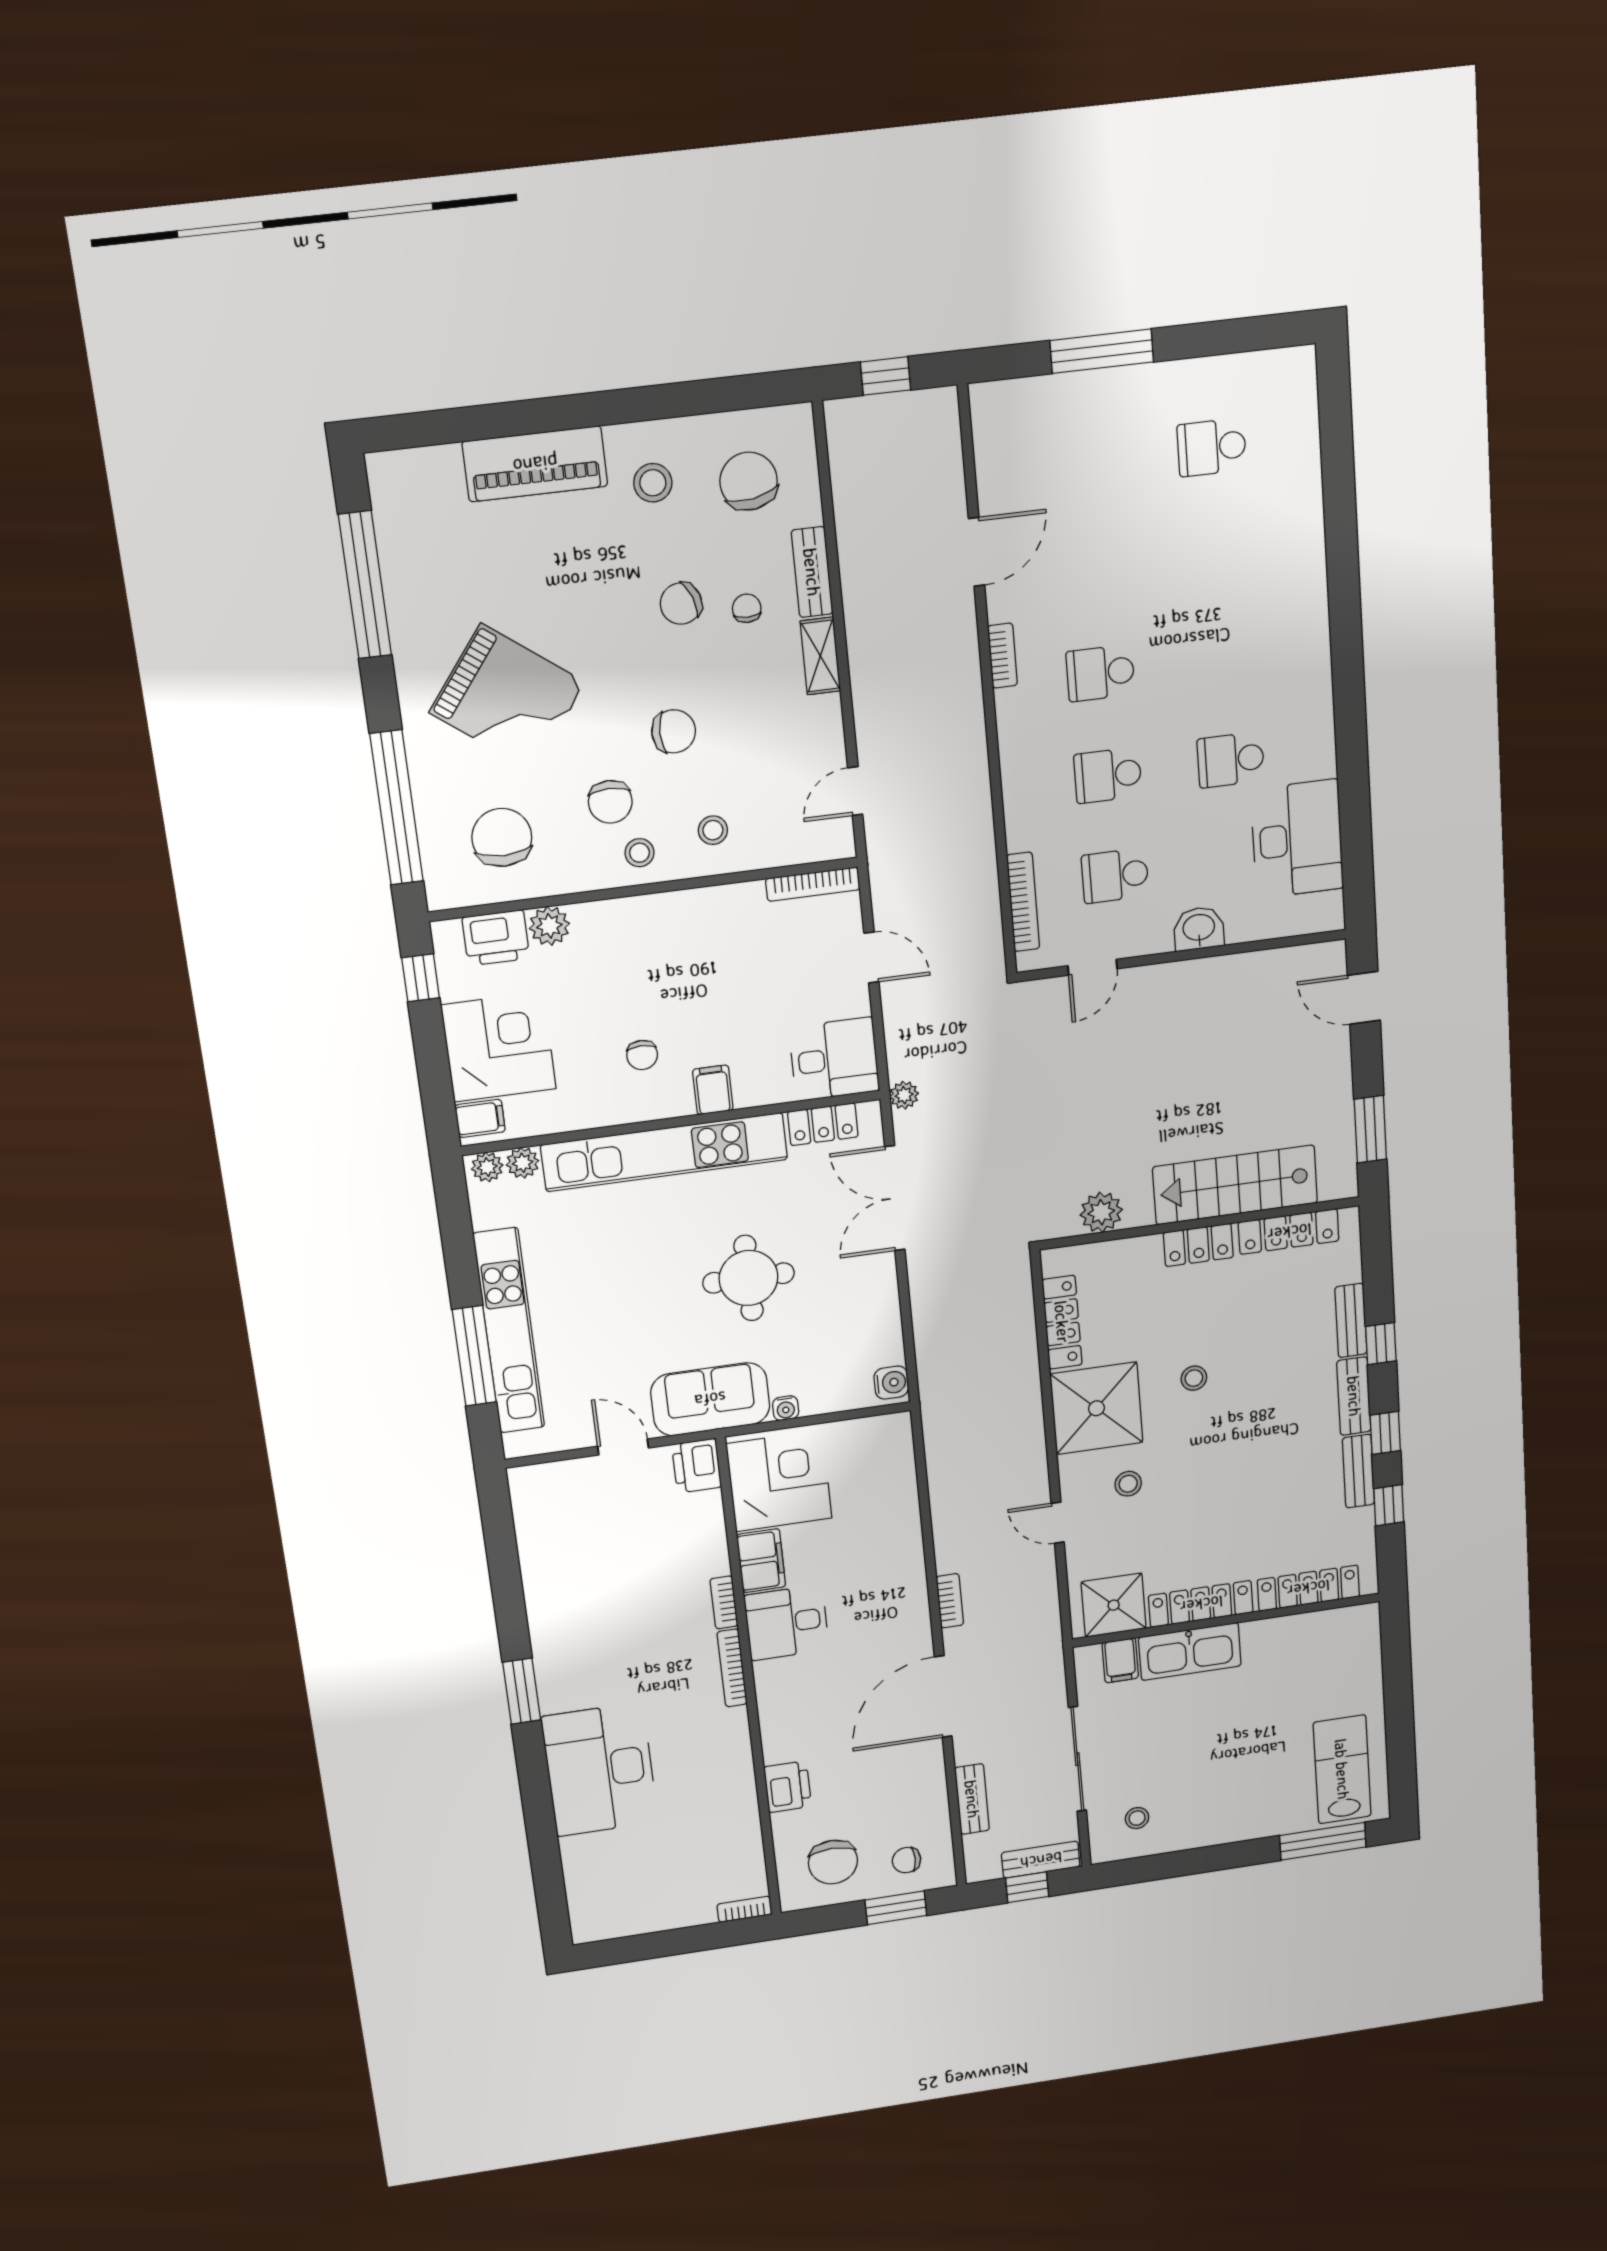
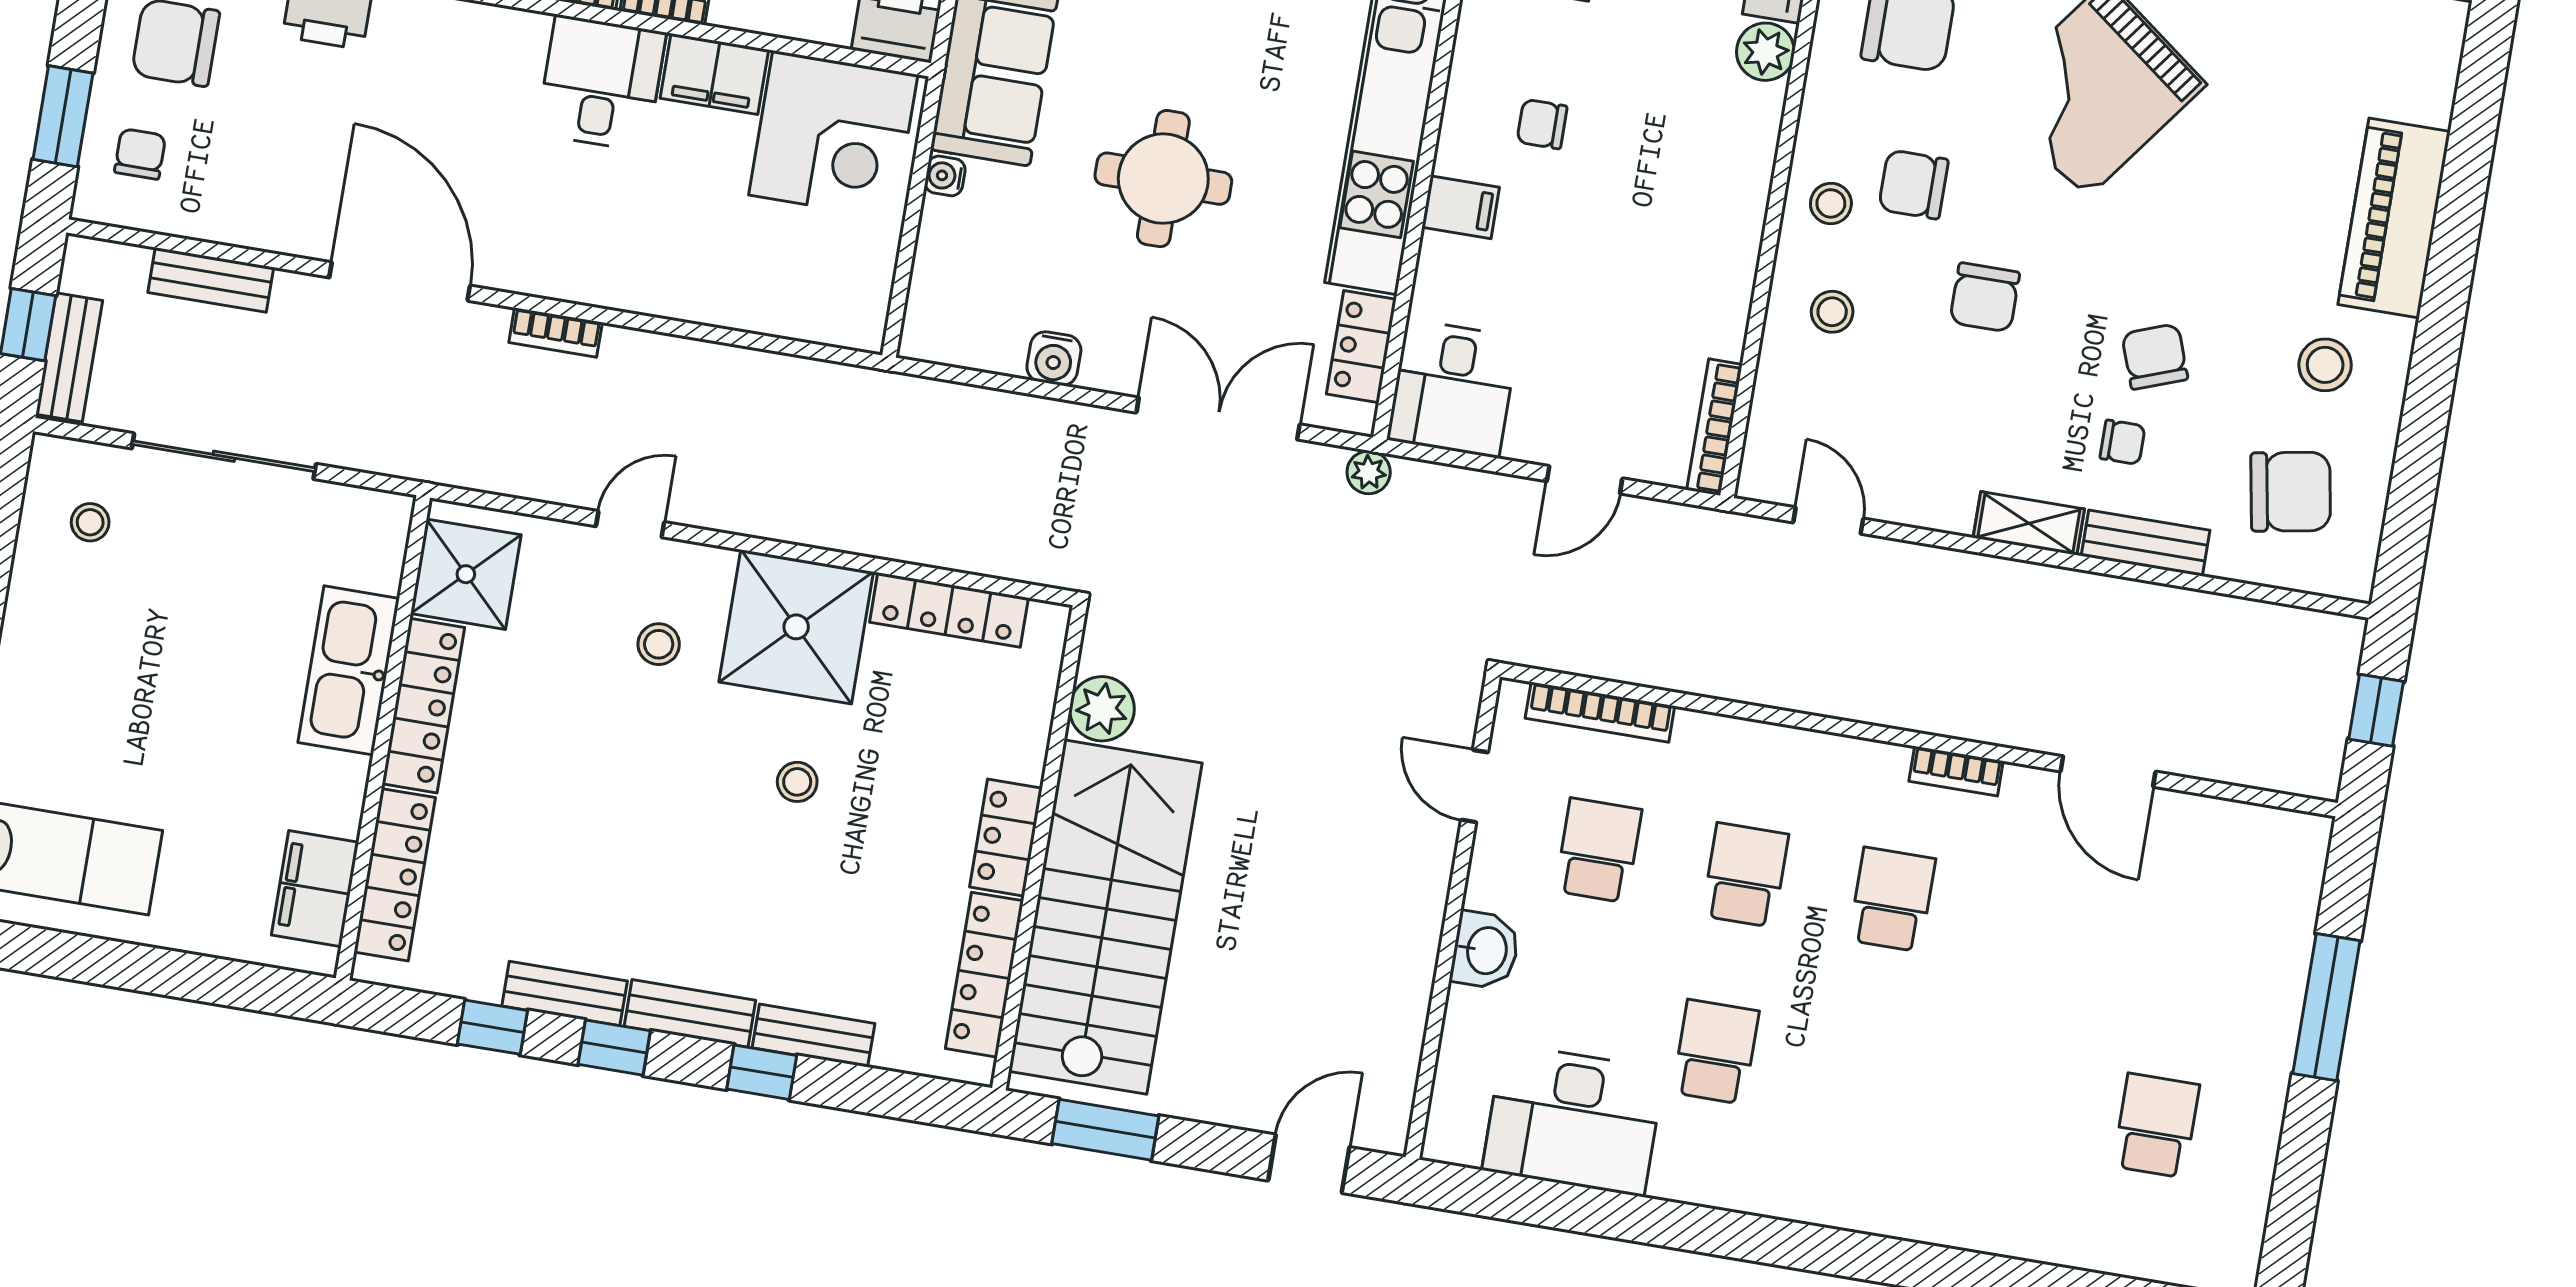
stairs: (1235, 1185) -> (1105, 917), width x1.36, depth x1.51
water cooler: (891, 1383) -> (1054, 359), moved
filing cabinet: (1120, 1660) -> (315, 889), moved, width x2.00

